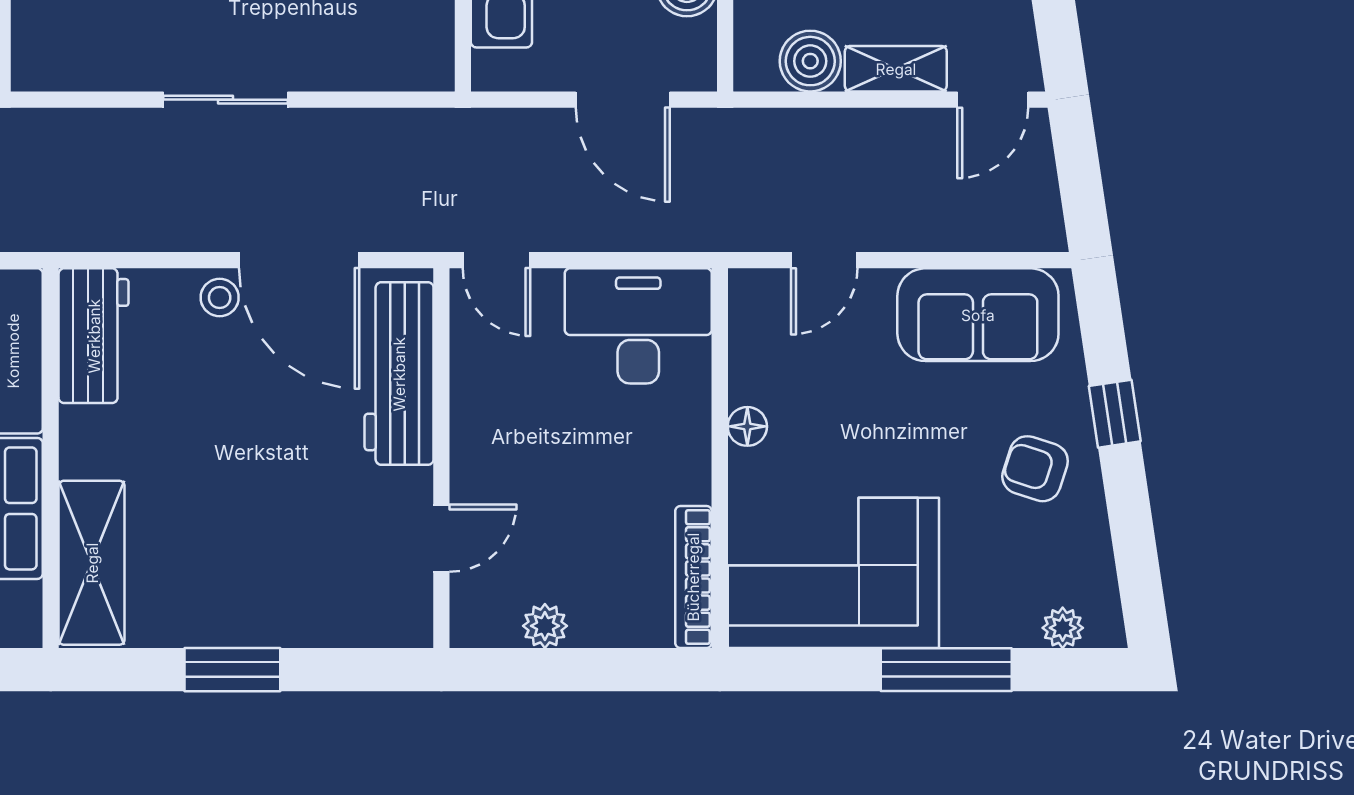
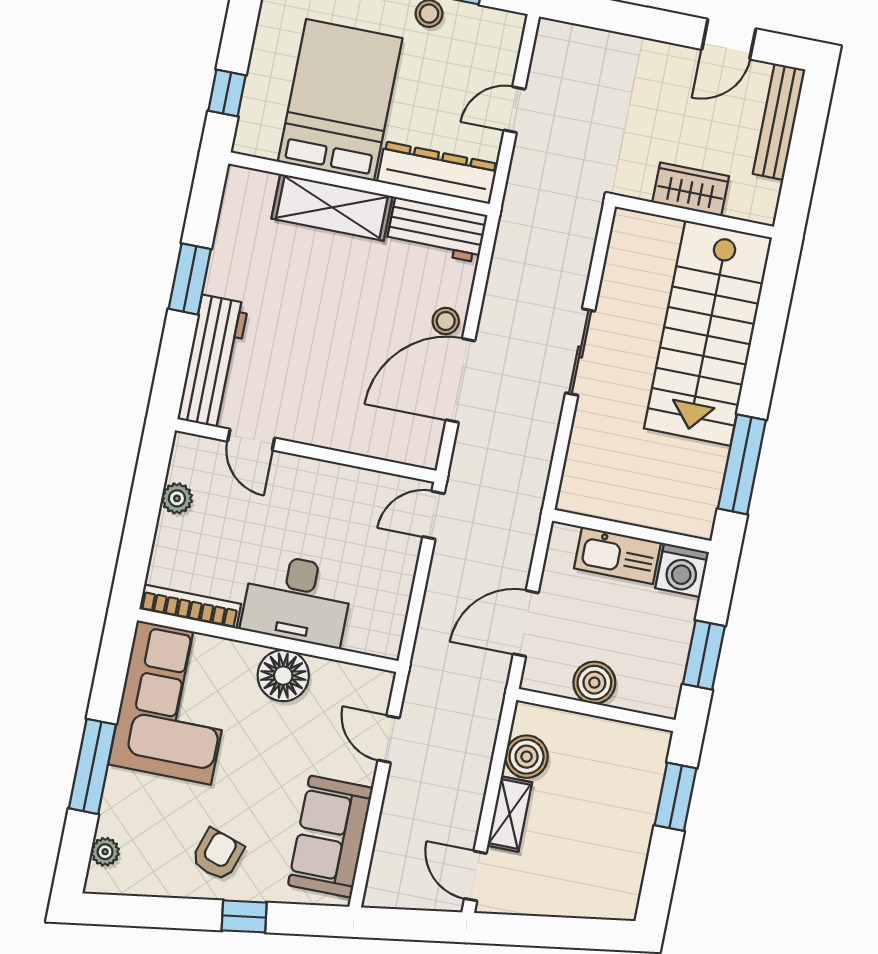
desk: (638, 326) -> (297, 600), moved, turned 90
workbench: (399, 374) -> (213, 361), moved, turned 90
floor lamp: (747, 426) -> (283, 676), width x1.89, depth x1.89
shelving: (92, 563) -> (332, 207), moved

